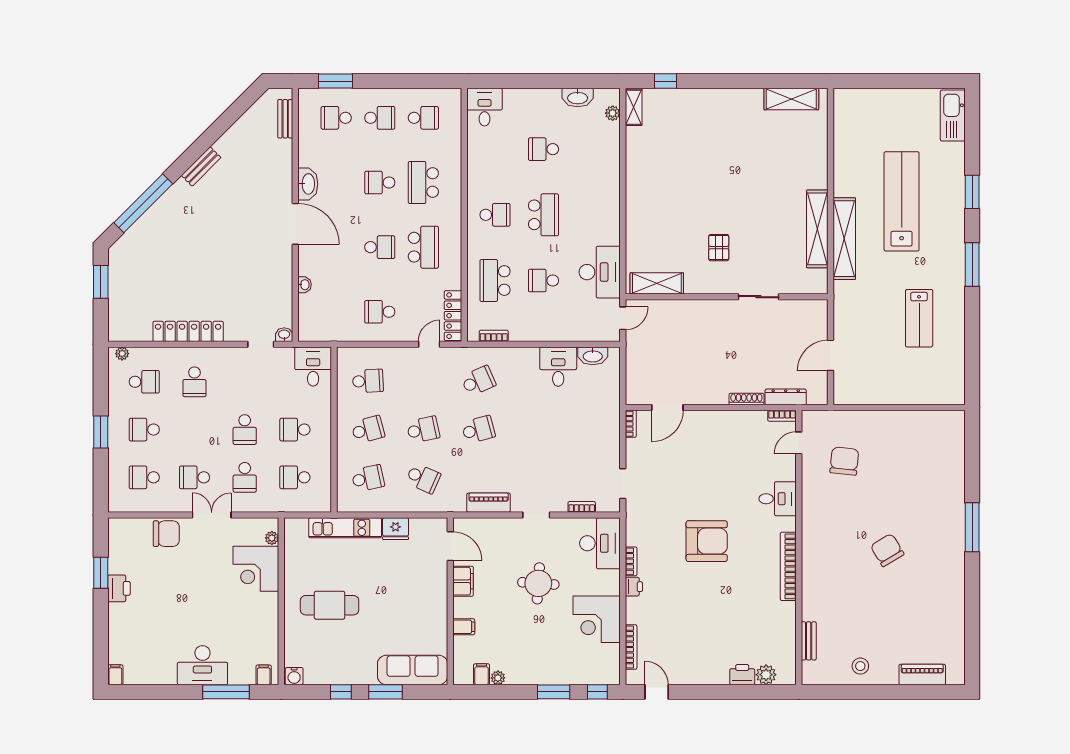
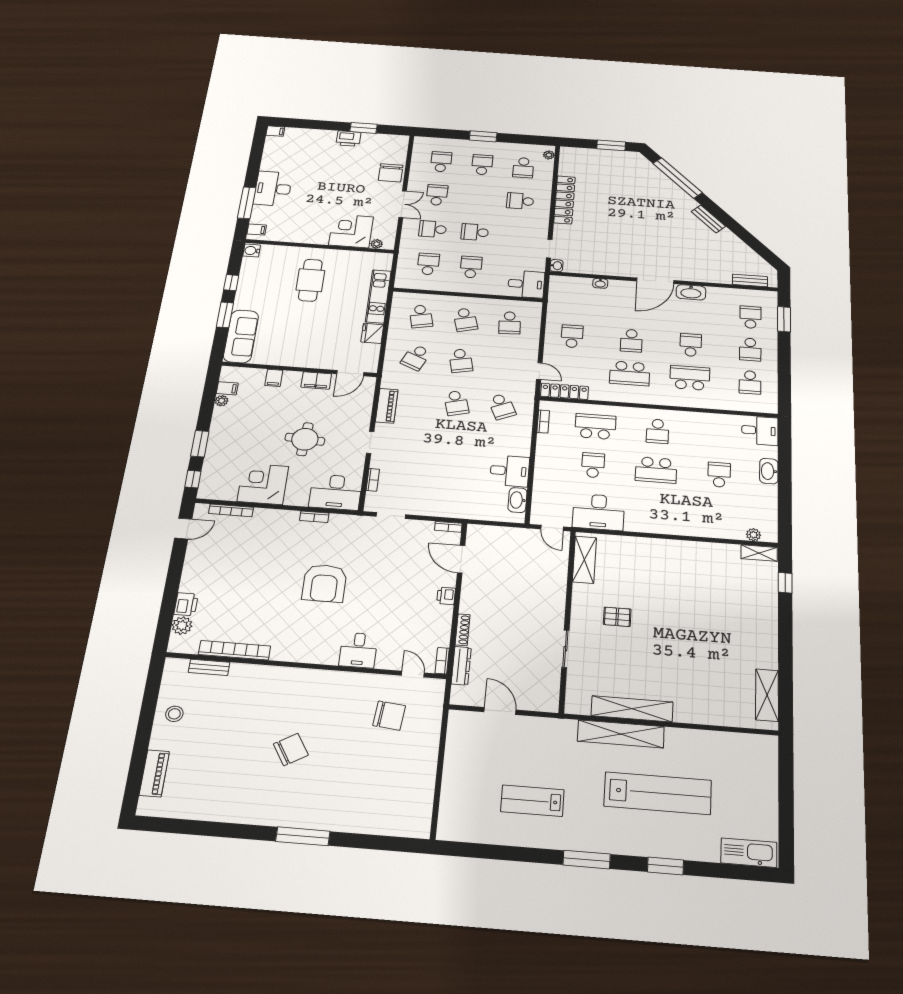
washbasin: (578, 98) -> (769, 471), moved
bookcase: (788, 566) -> (234, 650), moved
printer: (634, 587) -> (446, 596), moved, turned 90

